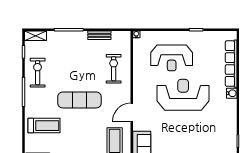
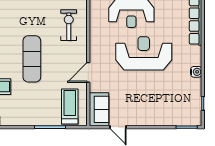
water cooler: (232, 93) -> (196, 72), moved
exercise mat: (79, 100) -> (32, 59), turned 90

